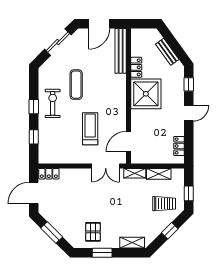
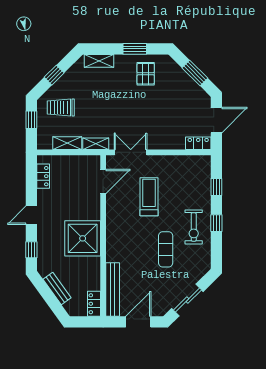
locker: (136, 67) -> (94, 304), moved
treadmill: (90, 129) -> (149, 197), turned 180

